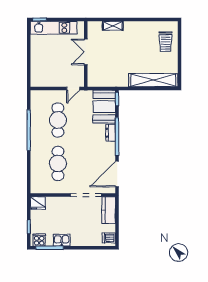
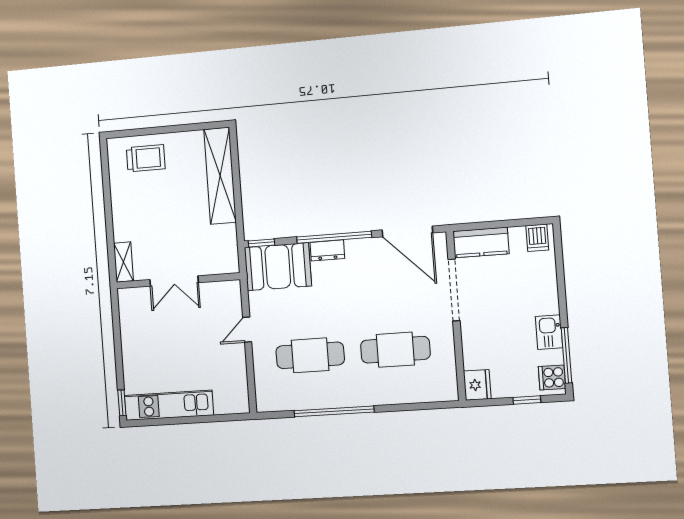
kitchen unit: (54, 28) -> (169, 405), moved, turned -90
double door: (86, 52) -> (174, 281), moved
wall: (86, 54) -> (178, 281), moved
door: (73, 88) -> (247, 330), swing flipped

